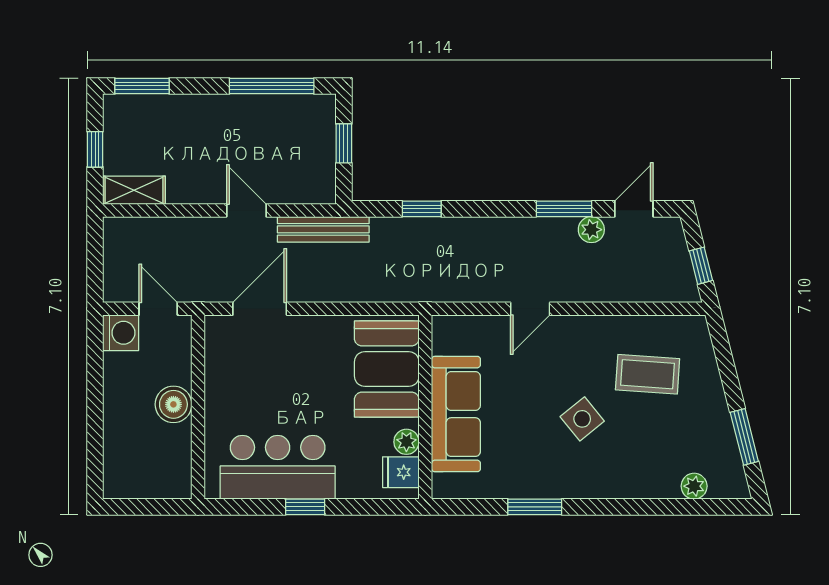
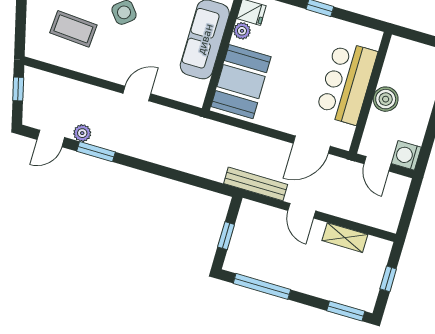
shelving: (134, 190) -> (345, 238), moved
window: (422, 209) -> (188, 179), removed
bar counter: (278, 467) -> (347, 83), moved, turned 90

